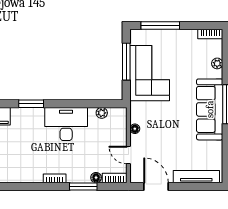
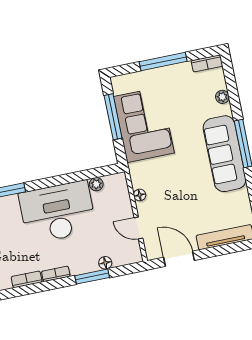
window: (160, 25) -> (163, 62), moved
desk: (66, 124) -> (58, 212), width x1.36, depth x1.30
bookcase: (115, 178) -> (27, 279), moved

